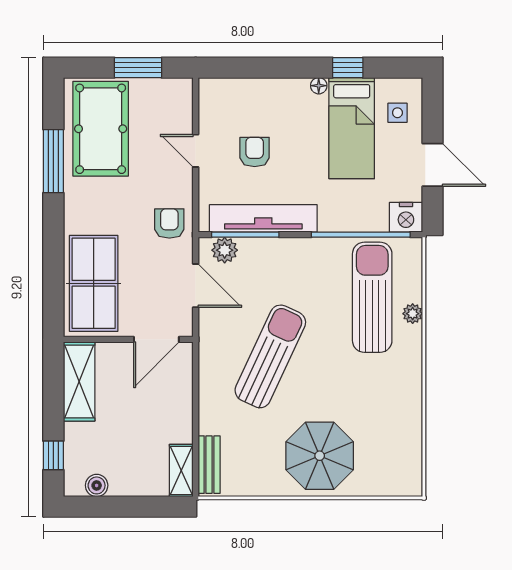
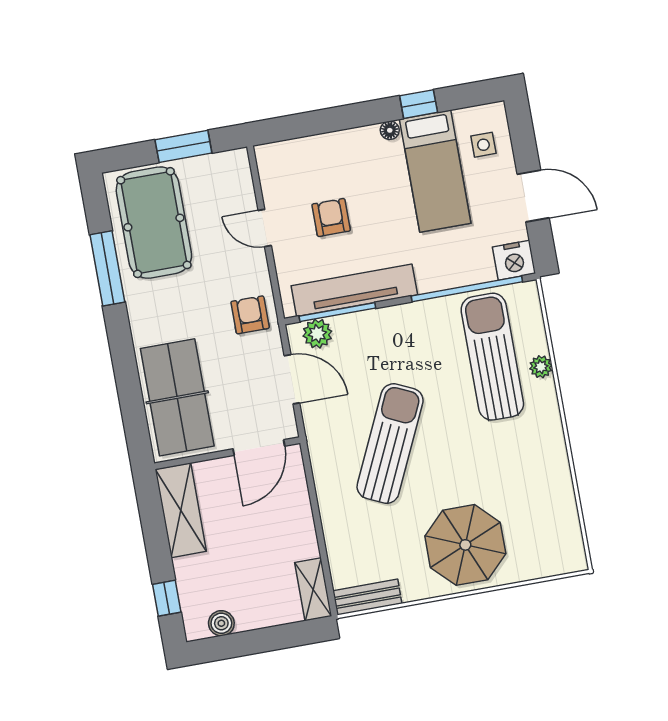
bench: (209, 465) -> (367, 597), moved, turned 90

